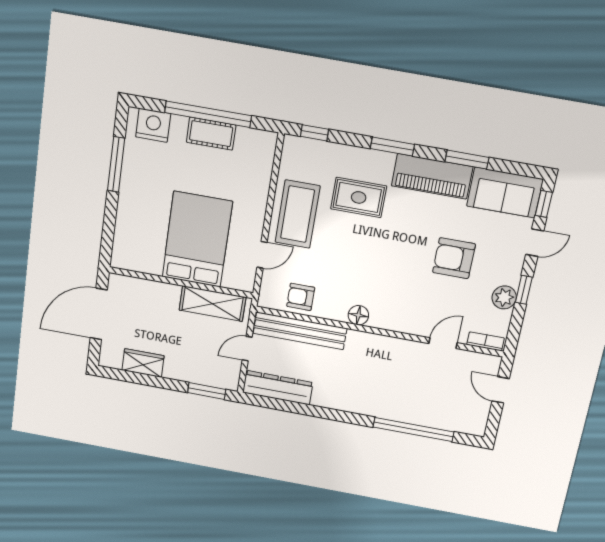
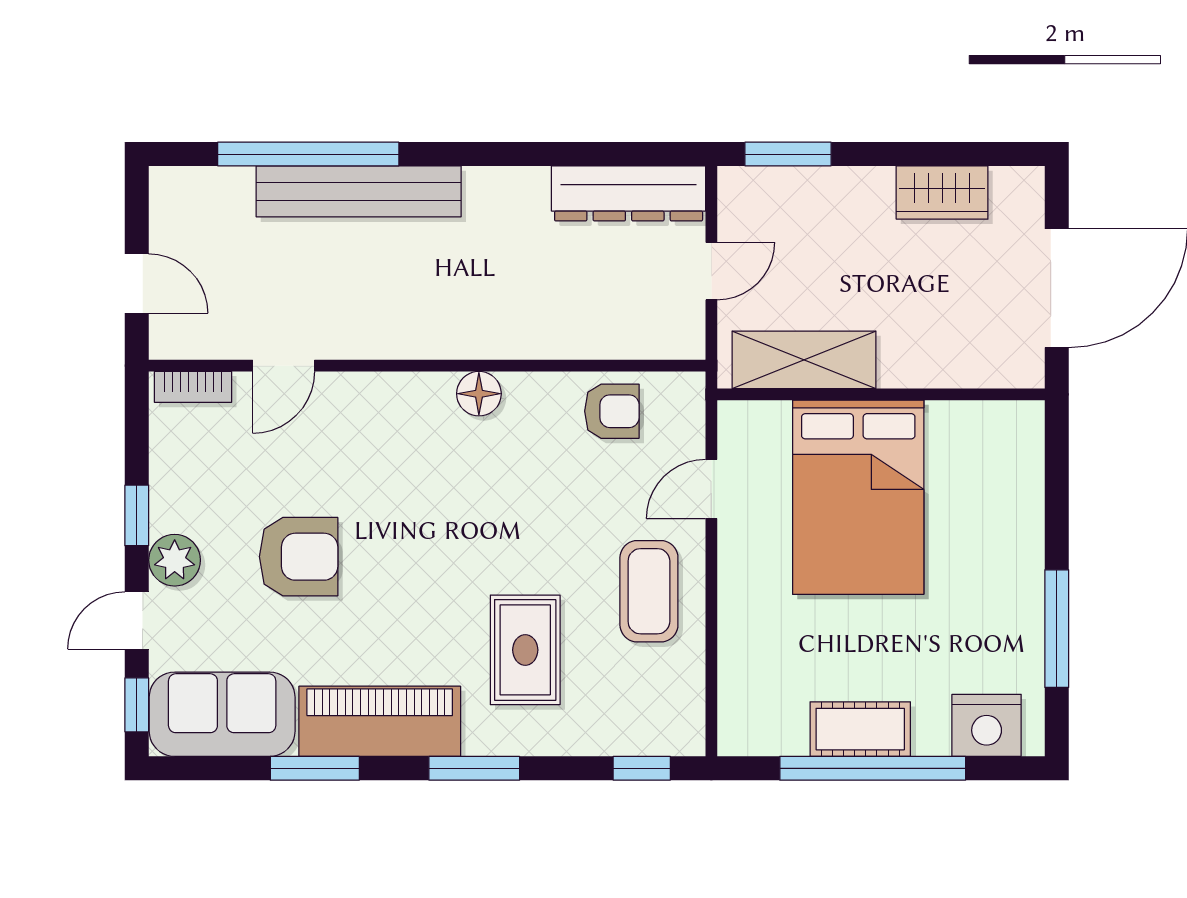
rug: (359, 197) -> (525, 650), turned 90
coffee table: (298, 214) -> (649, 591), width x0.73, depth x0.76
plant: (504, 297) -> (175, 560), moved
bench: (300, 331) -> (359, 191), moved

